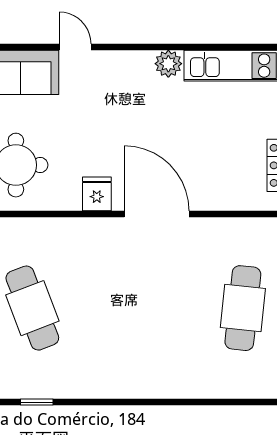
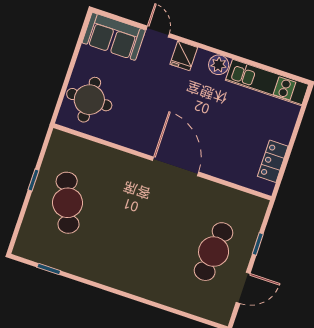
fridge: (97, 194) -> (184, 56), moved, turned 180

